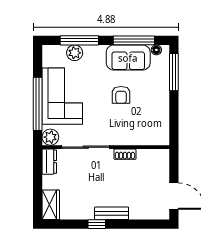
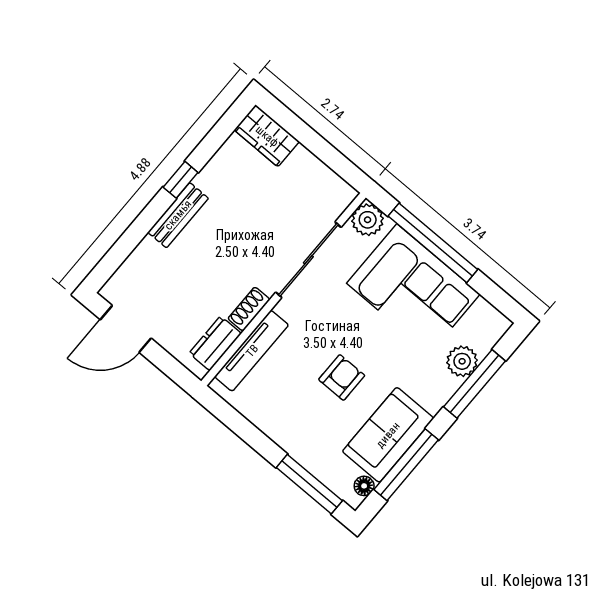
armchair: (121, 95) -> (342, 377), turned 90
tv unit: (141, 139) -> (252, 351), added
dresser: (49, 162) -> (215, 343), moved, turned 90

